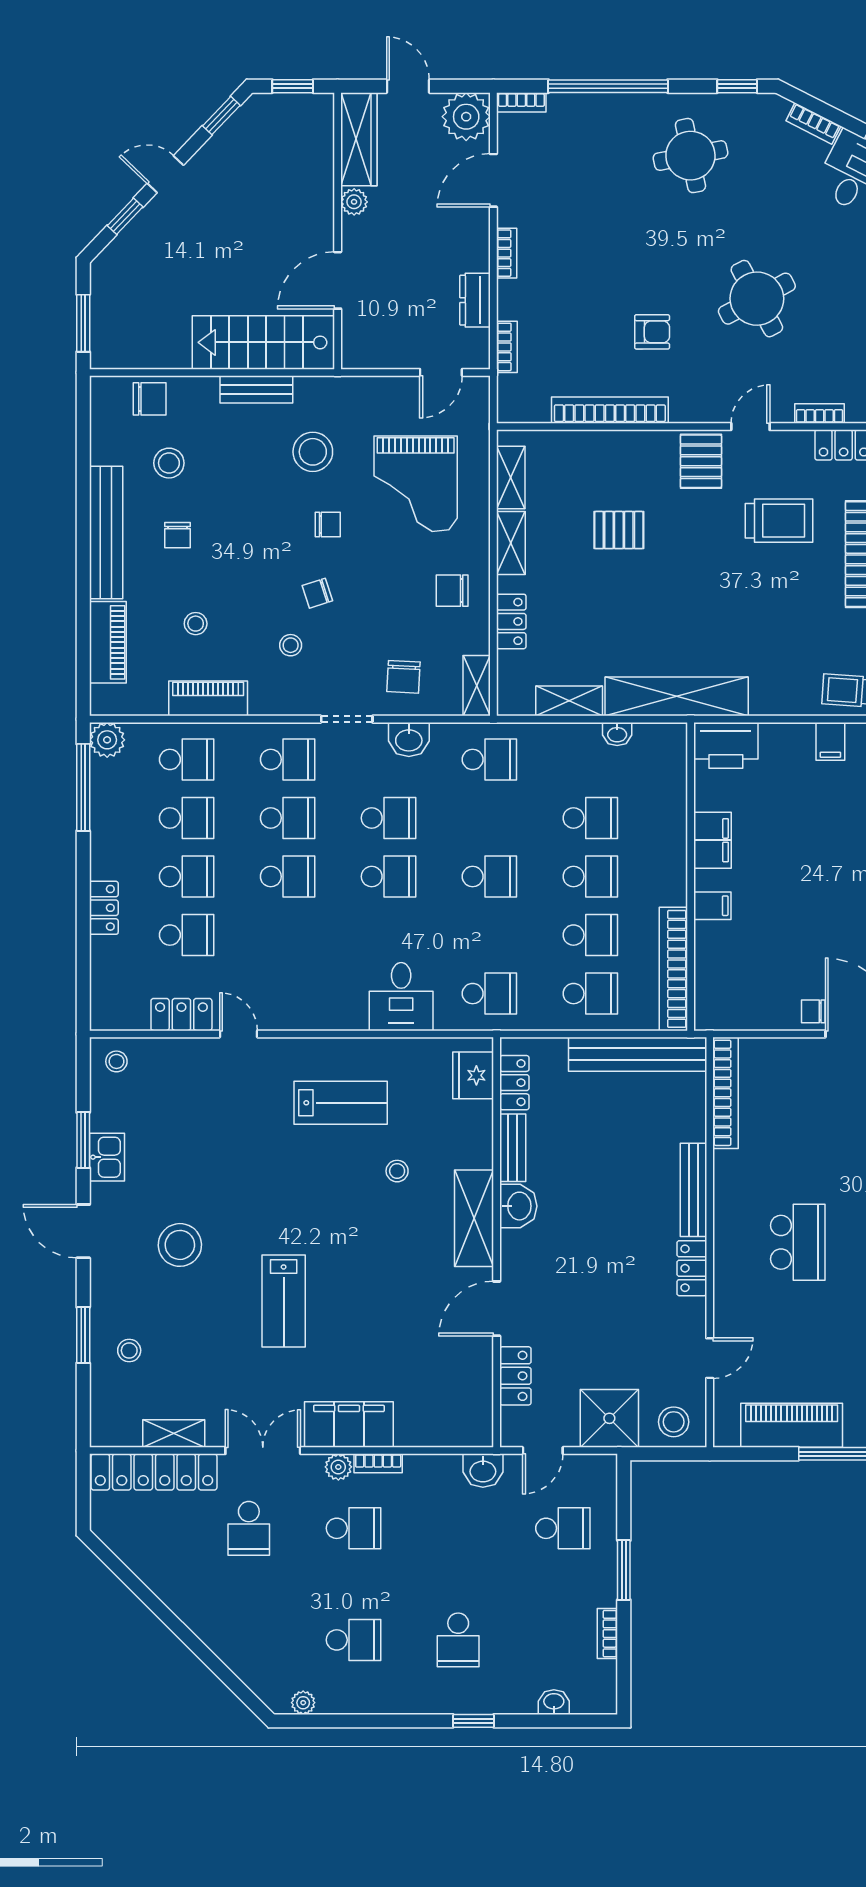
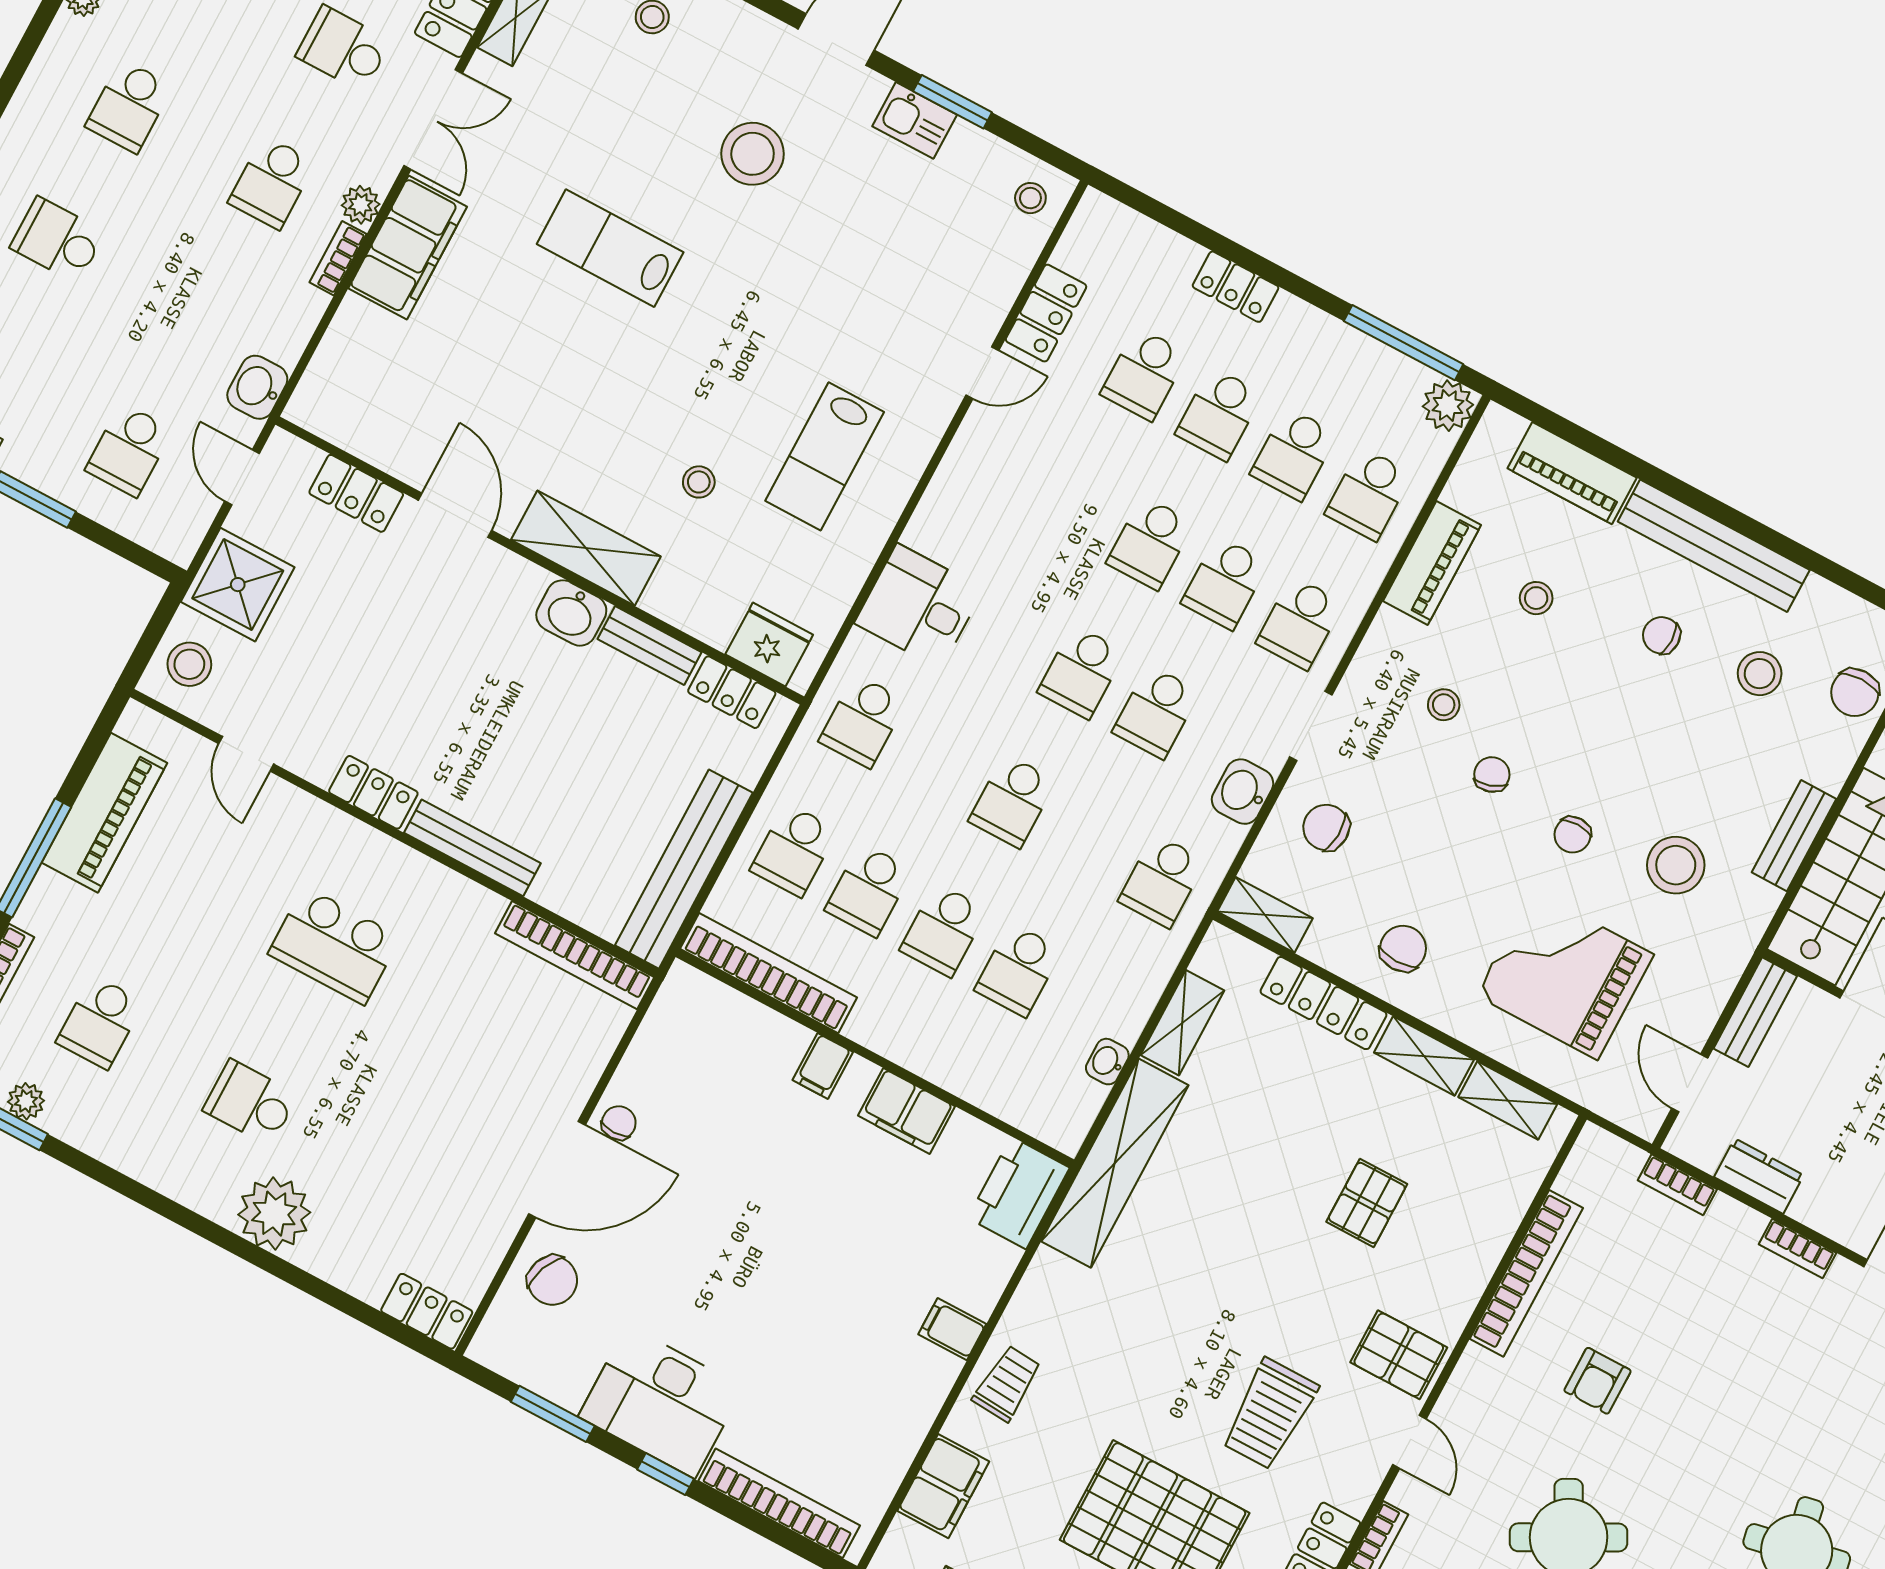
bench: (376, 356) -> (1755, 1012), added
locker: (511, 621) -> (1323, 1003), width x1.53

